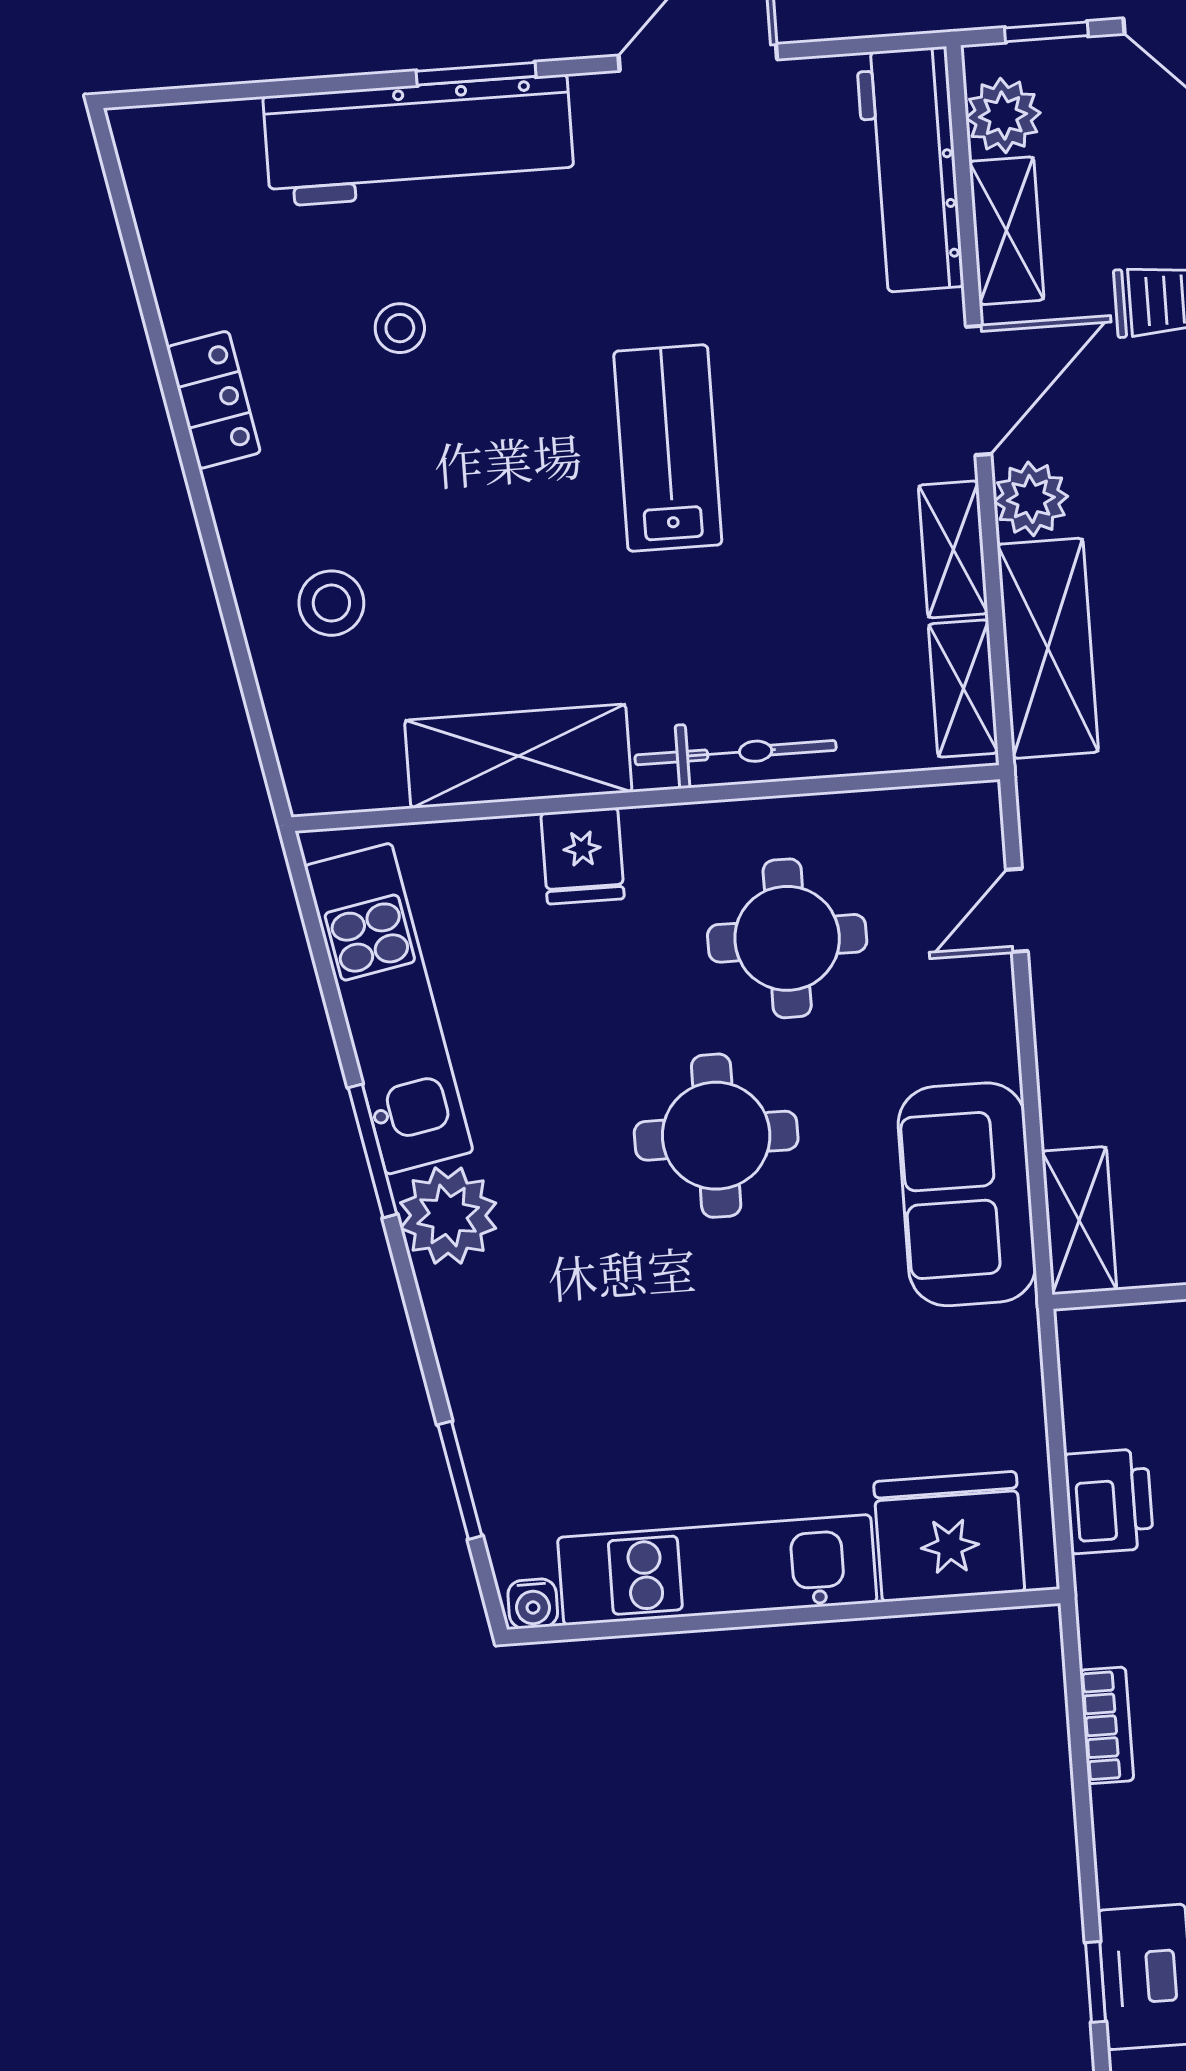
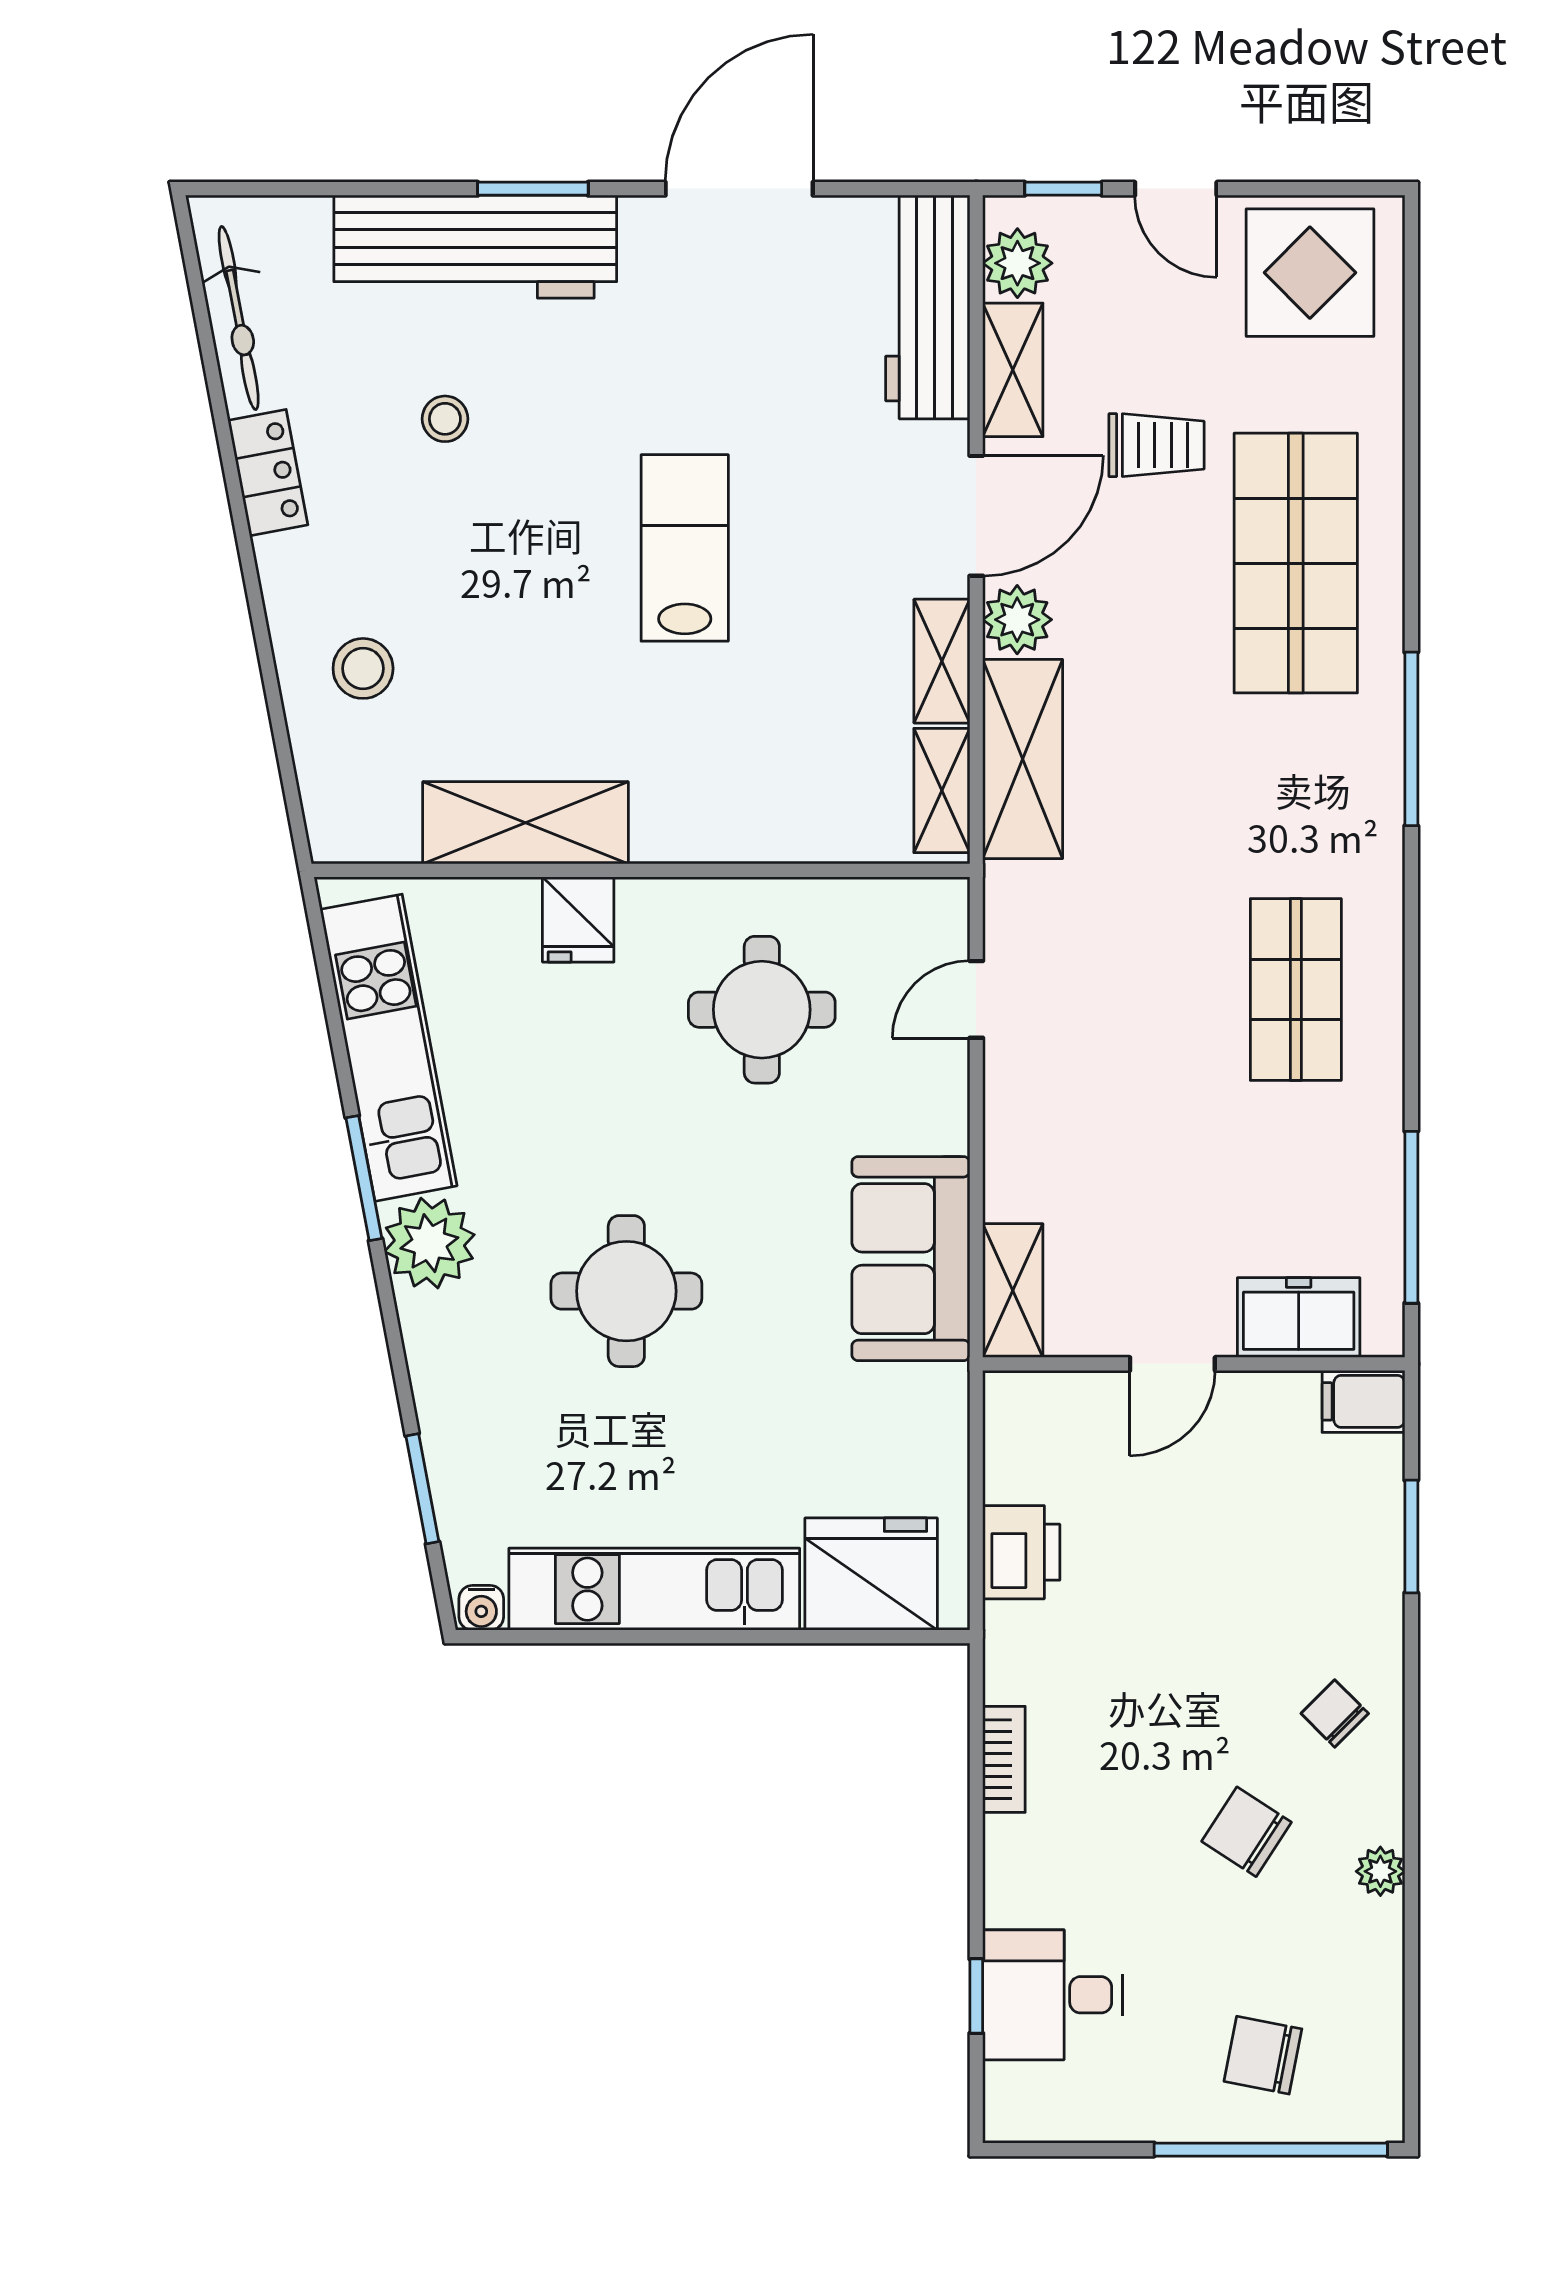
bicycle: (736, 753) -> (239, 318), moved, turned 79
round table: (716, 1136) -> (626, 1291), moved

